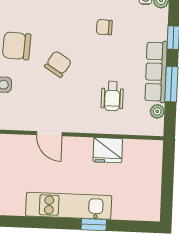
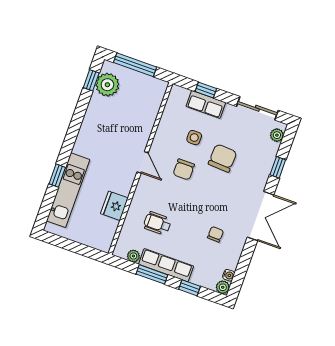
chair: (58, 64) -> (184, 169), moved, turned 58
door: (49, 134) -> (143, 162), swing flipped
kitchen unit: (69, 206) -> (68, 190), moved

